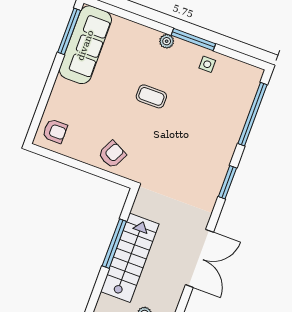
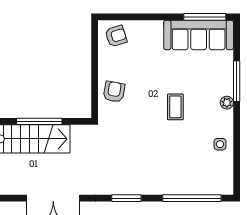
window: (193, 39) -> (237, 81), moved
armchair: (55, 131) -> (116, 36), turned -107
armchair: (112, 154) -> (114, 92), turned -107

